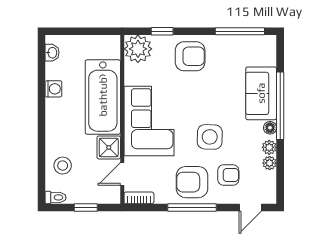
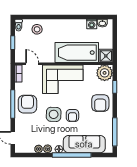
washing machine: (53, 89) -> (92, 24), moved
sofa: (261, 93) -> (84, 144), width x1.36
shower: (109, 147) -> (106, 56), moved
armchair: (228, 175) -> (72, 115), moved

